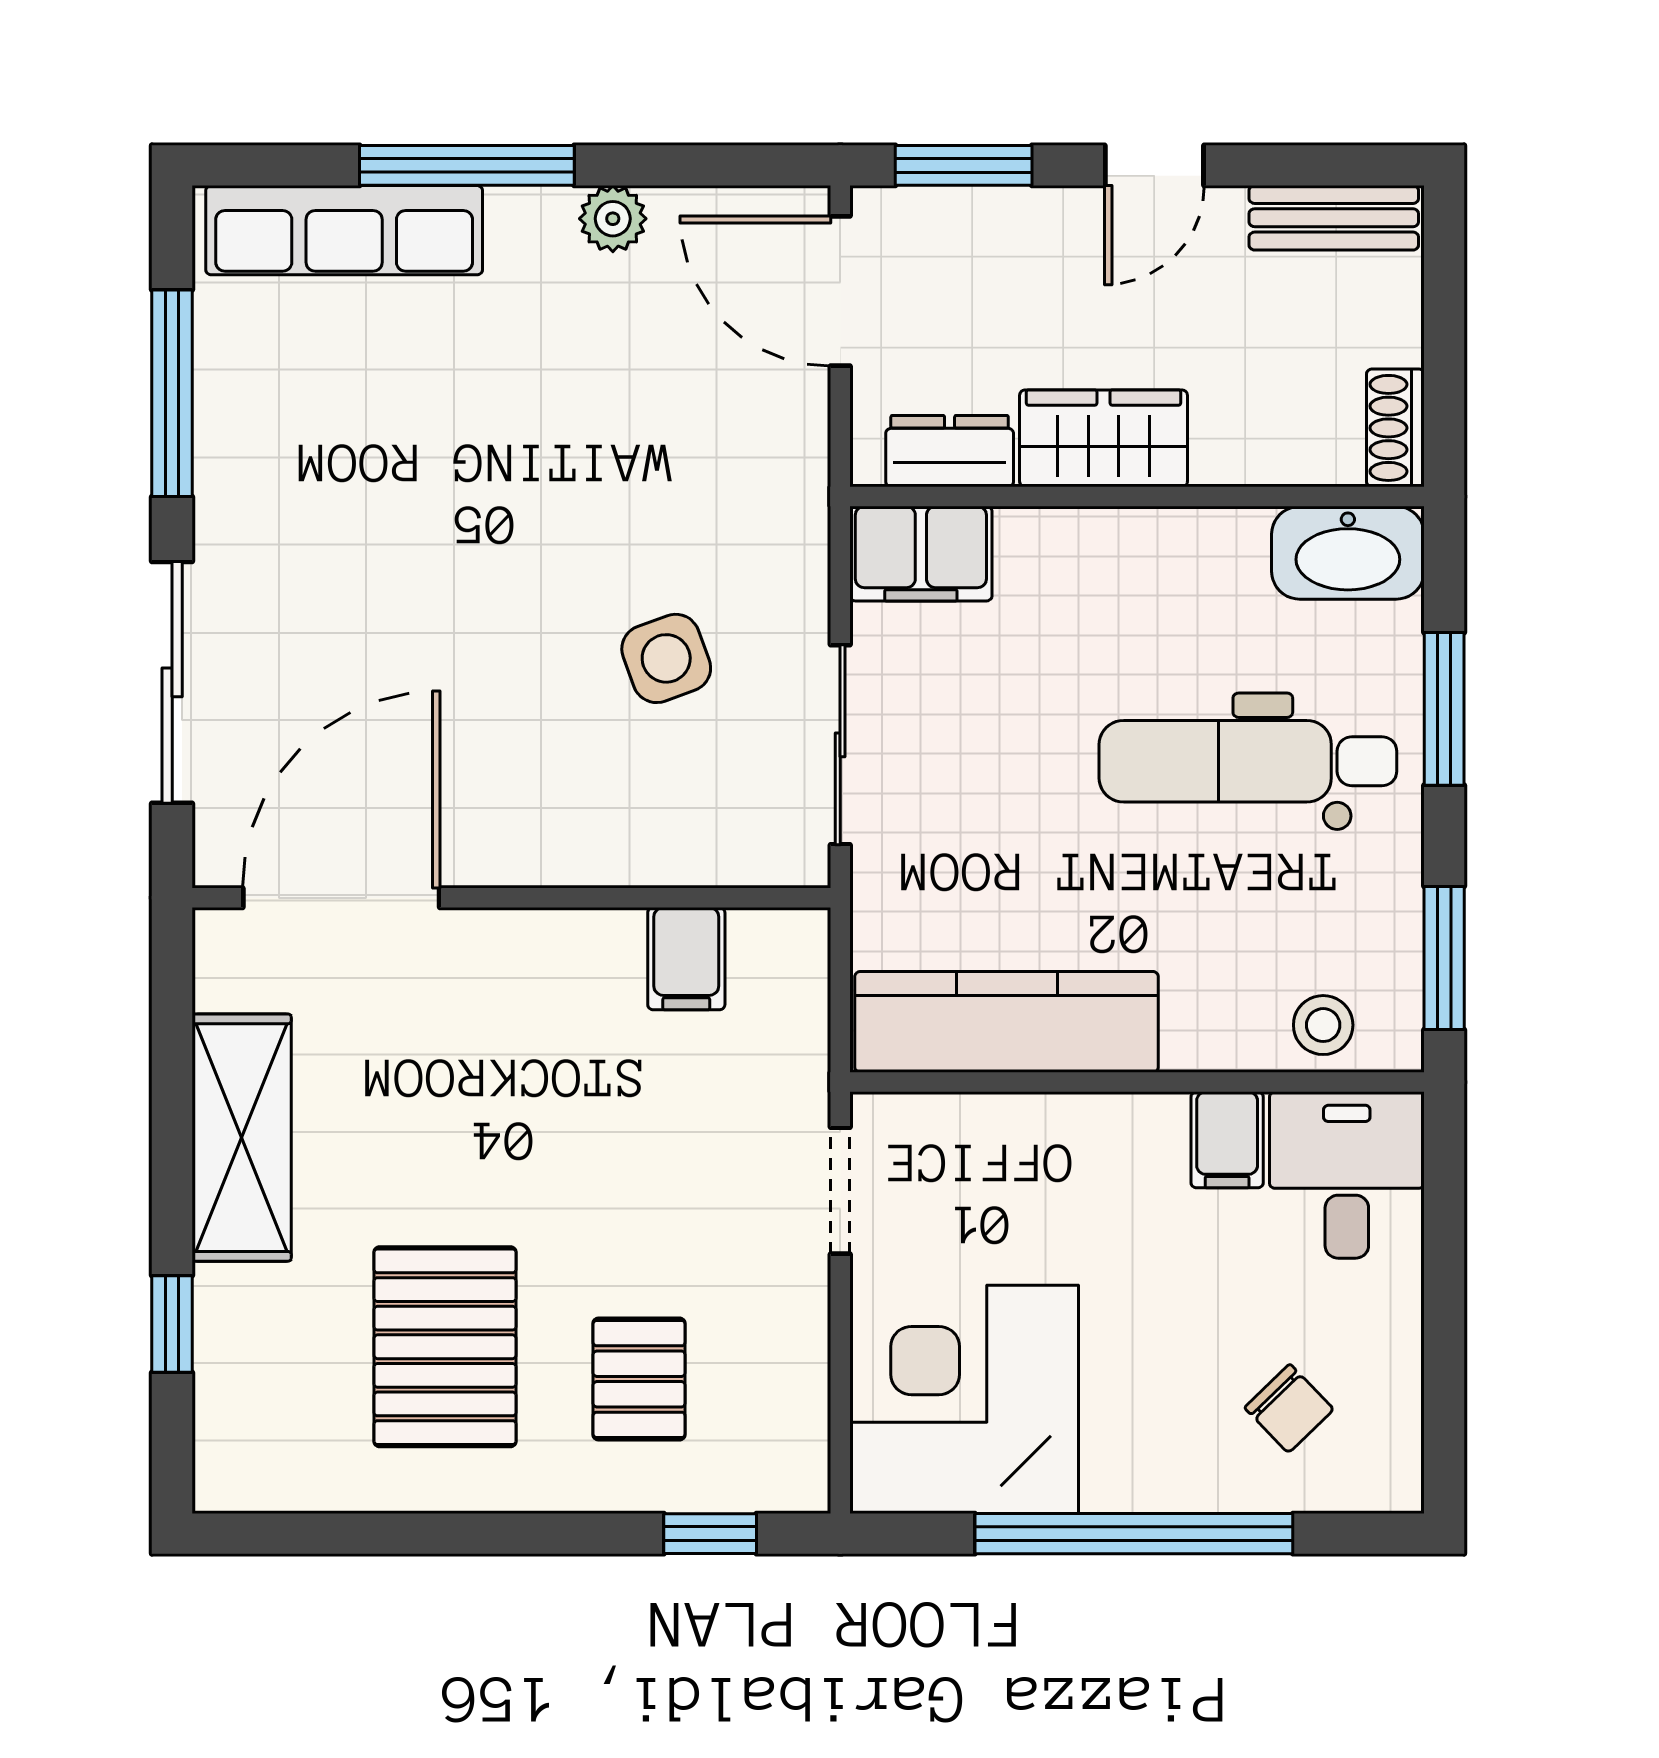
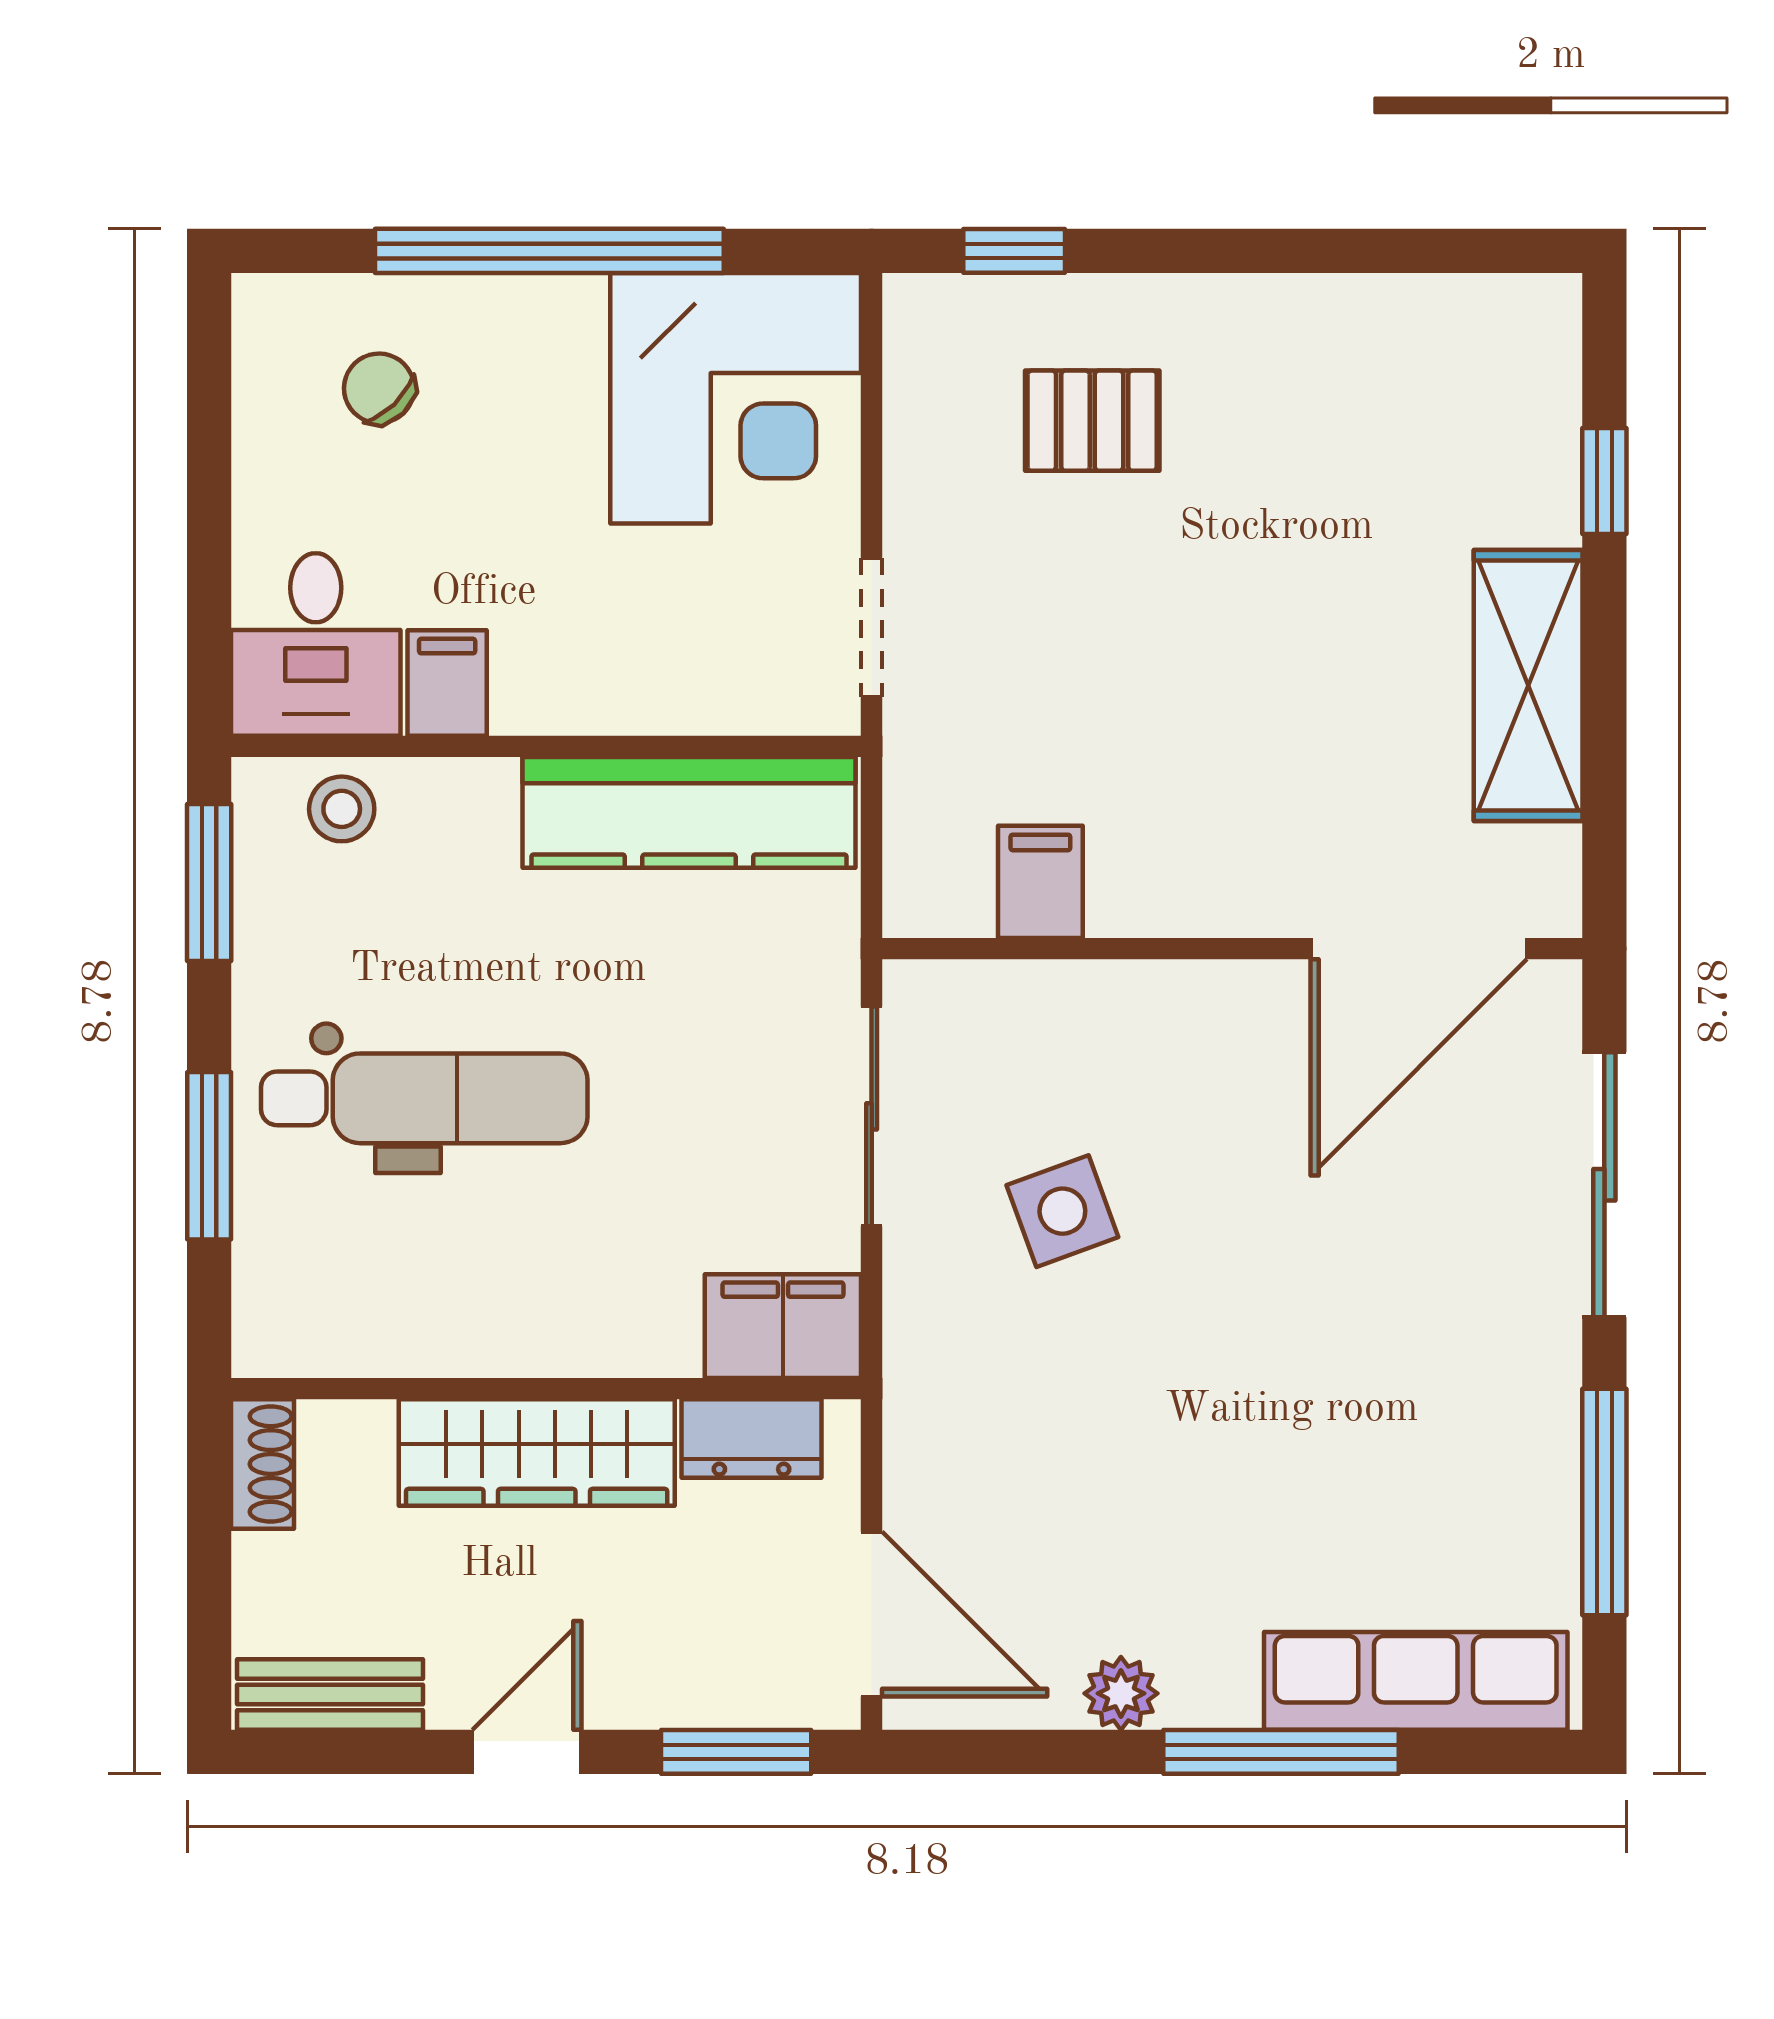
wardrobe: (1104, 438) -> (537, 1452), width x1.50
washbasin: (1348, 553) -> (315, 1327), removed
pallet: (445, 1347) -> (1305, 456), removed
pallet: (639, 1379) -> (1092, 421), turned 90

